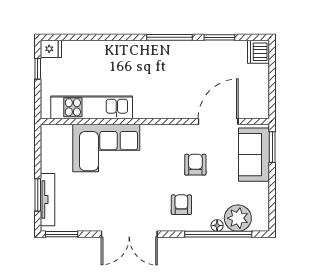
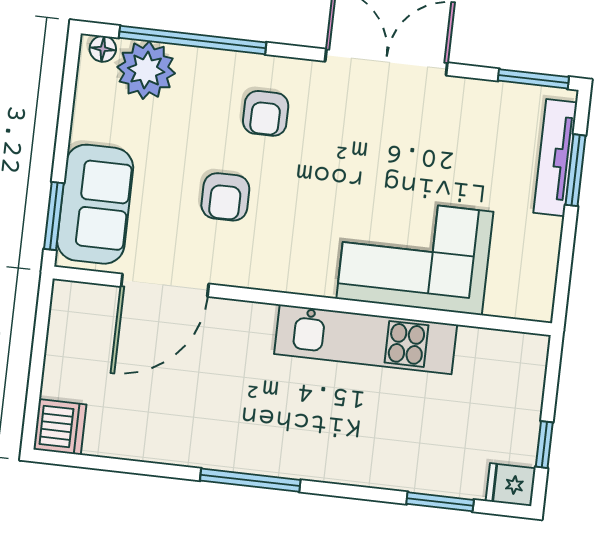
window: (219, 37) -> (440, 502), moved
kitchen unit: (92, 107) -> (366, 339), moved
floor lamp: (217, 226) -> (103, 49), moved

